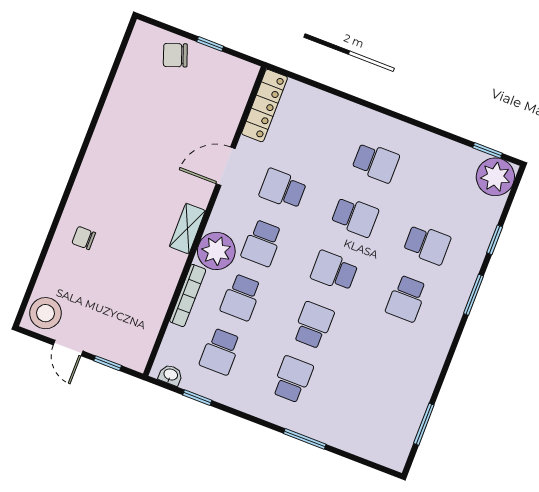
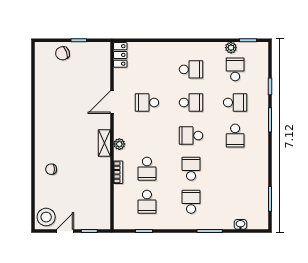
locker: (265, 106) -> (120, 55), width x0.66
plant: (495, 177) -> (231, 48), moved, width x0.53, depth x0.53
school desk: (262, 243) -> (235, 69), moved, turned 180
plant: (216, 251) -> (119, 144), width x0.53, depth x0.53
bookcase: (188, 296) -> (118, 172), width x0.64
door: (68, 348) -> (65, 231), swing flipped
washbasin: (171, 375) -> (240, 224), moved

